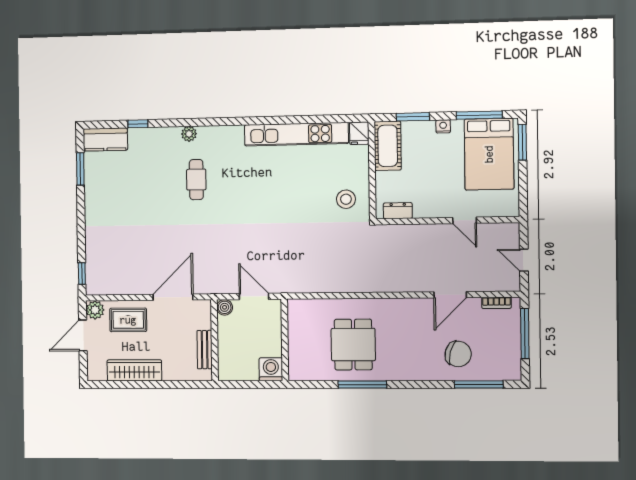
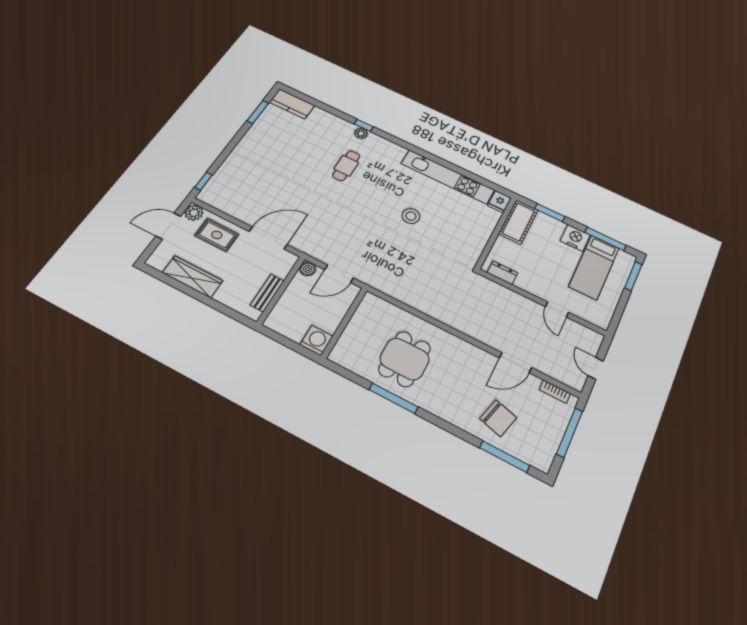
window: (138, 124) -> (364, 125), moved
nightstand: (443, 126) -> (575, 238), width x1.89, depth x1.79
bed: (489, 154) -> (594, 267), width x0.67
stool: (346, 199) -> (411, 216), moved
door: (254, 296) -> (339, 274), swing flipped

